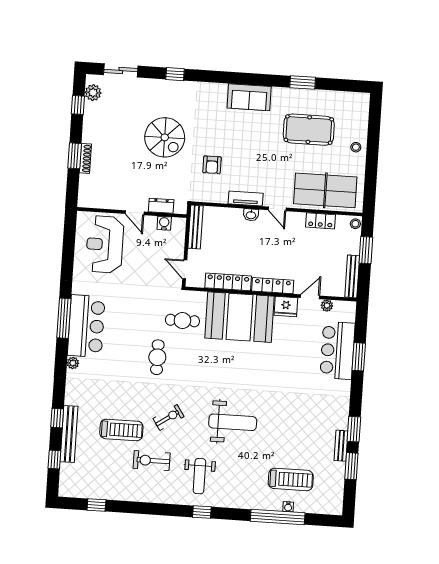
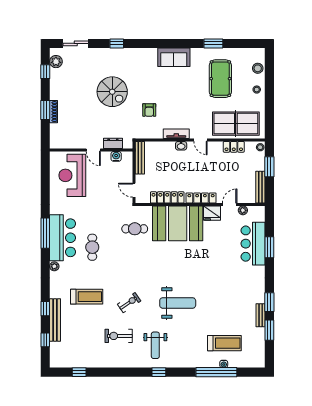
stool: (359, 119) -> (258, 68), added
pool table: (309, 130) -> (220, 79), turned 90
cafe table: (157, 357) -> (92, 247), moved
treadmill: (121, 430) -> (87, 297), moved

